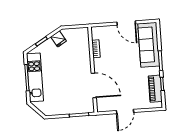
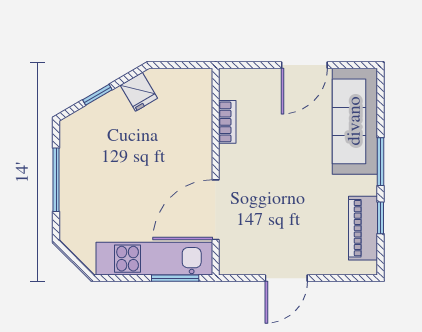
door: (126, 23) -> (304, 65), hinge flipped
kitchen unit: (35, 77) -> (154, 259), moved, turned -90
door: (94, 85) -> (216, 210), swing flipped

